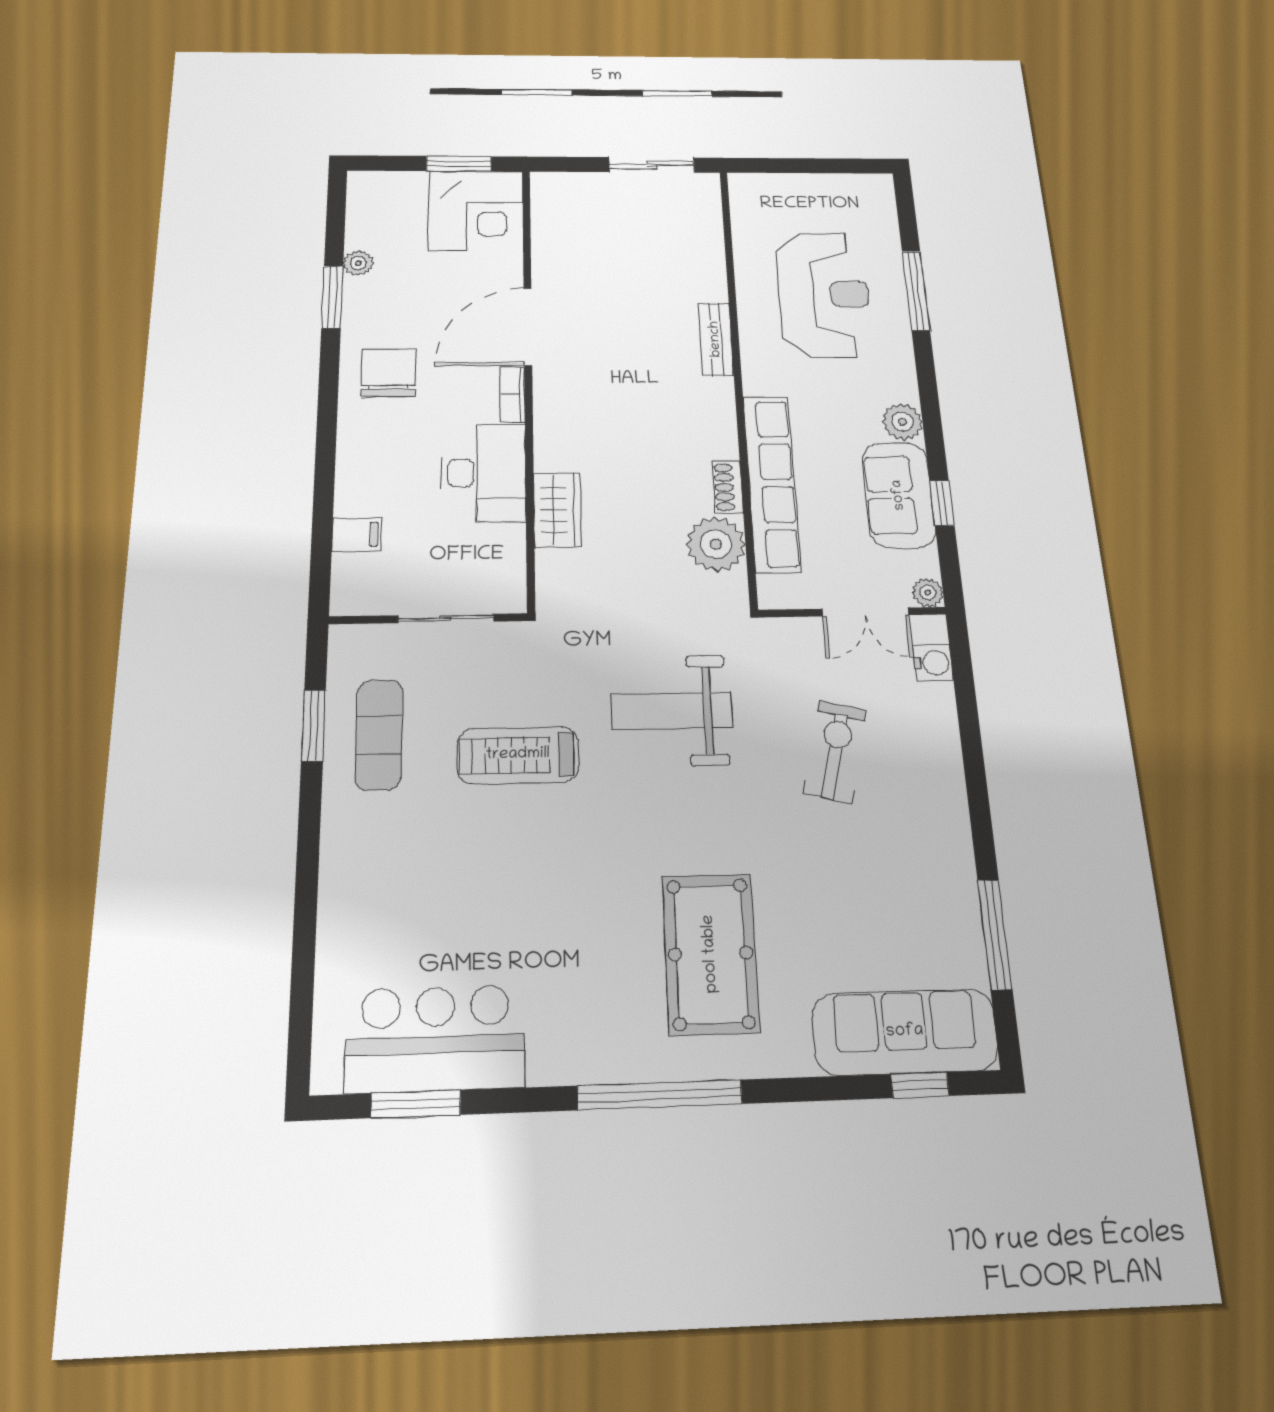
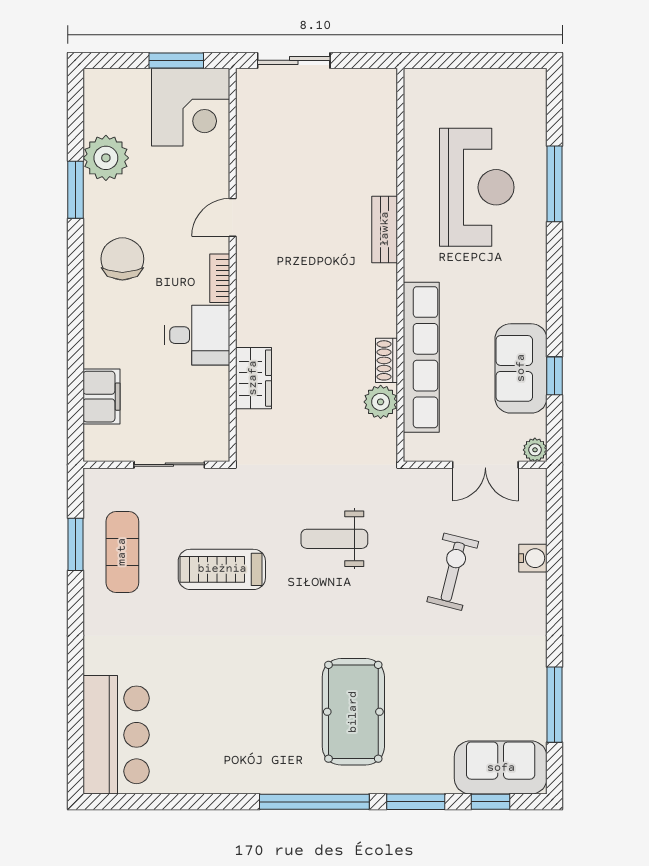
sliding door: (652, 165) -> (294, 60), moved
plant: (358, 263) -> (106, 158), width x1.87, depth x1.87
door: (528, 327) -> (233, 217), width x0.53
plant: (902, 422) -> (530, 305), removed
desk: (484, 473) -> (197, 335), width x0.73
filing cabinet: (357, 534) -> (101, 397), width x2.00
plant: (716, 544) -> (381, 402), width x0.73, depth x0.73
water cooler: (933, 663) -> (533, 558), moved
weight bench: (672, 711) -> (334, 539), width x0.73, depth x0.75
sofa: (905, 1032) -> (501, 768), width x0.73
bar counter: (435, 1039) -> (116, 735), moved, turned 90
window: (416, 1104) -> (416, 802), moved

